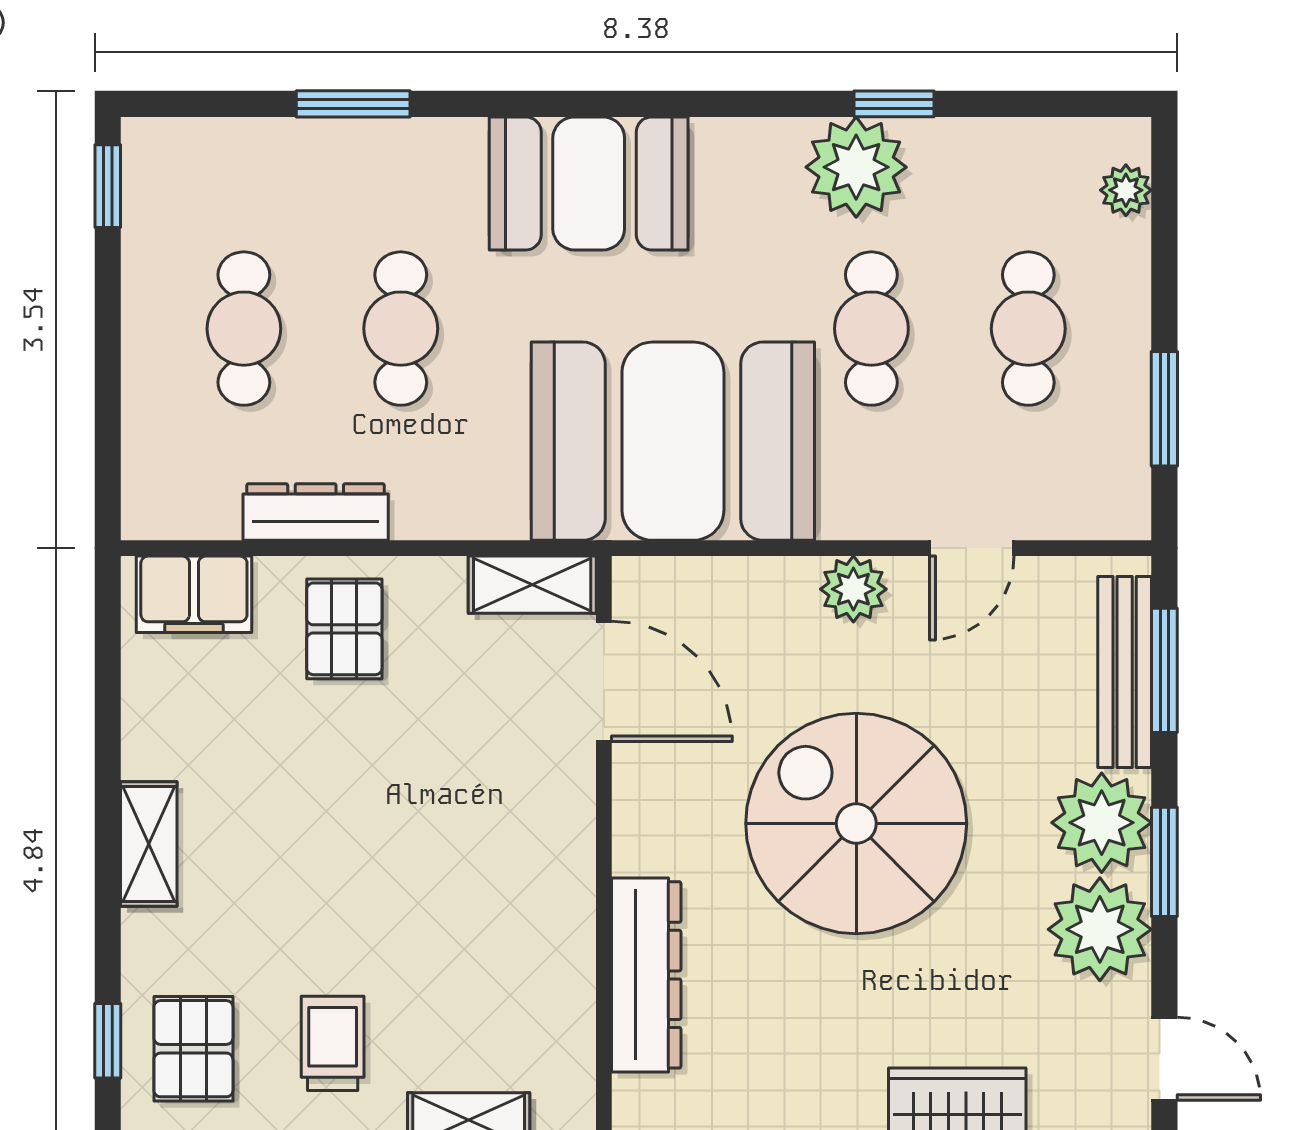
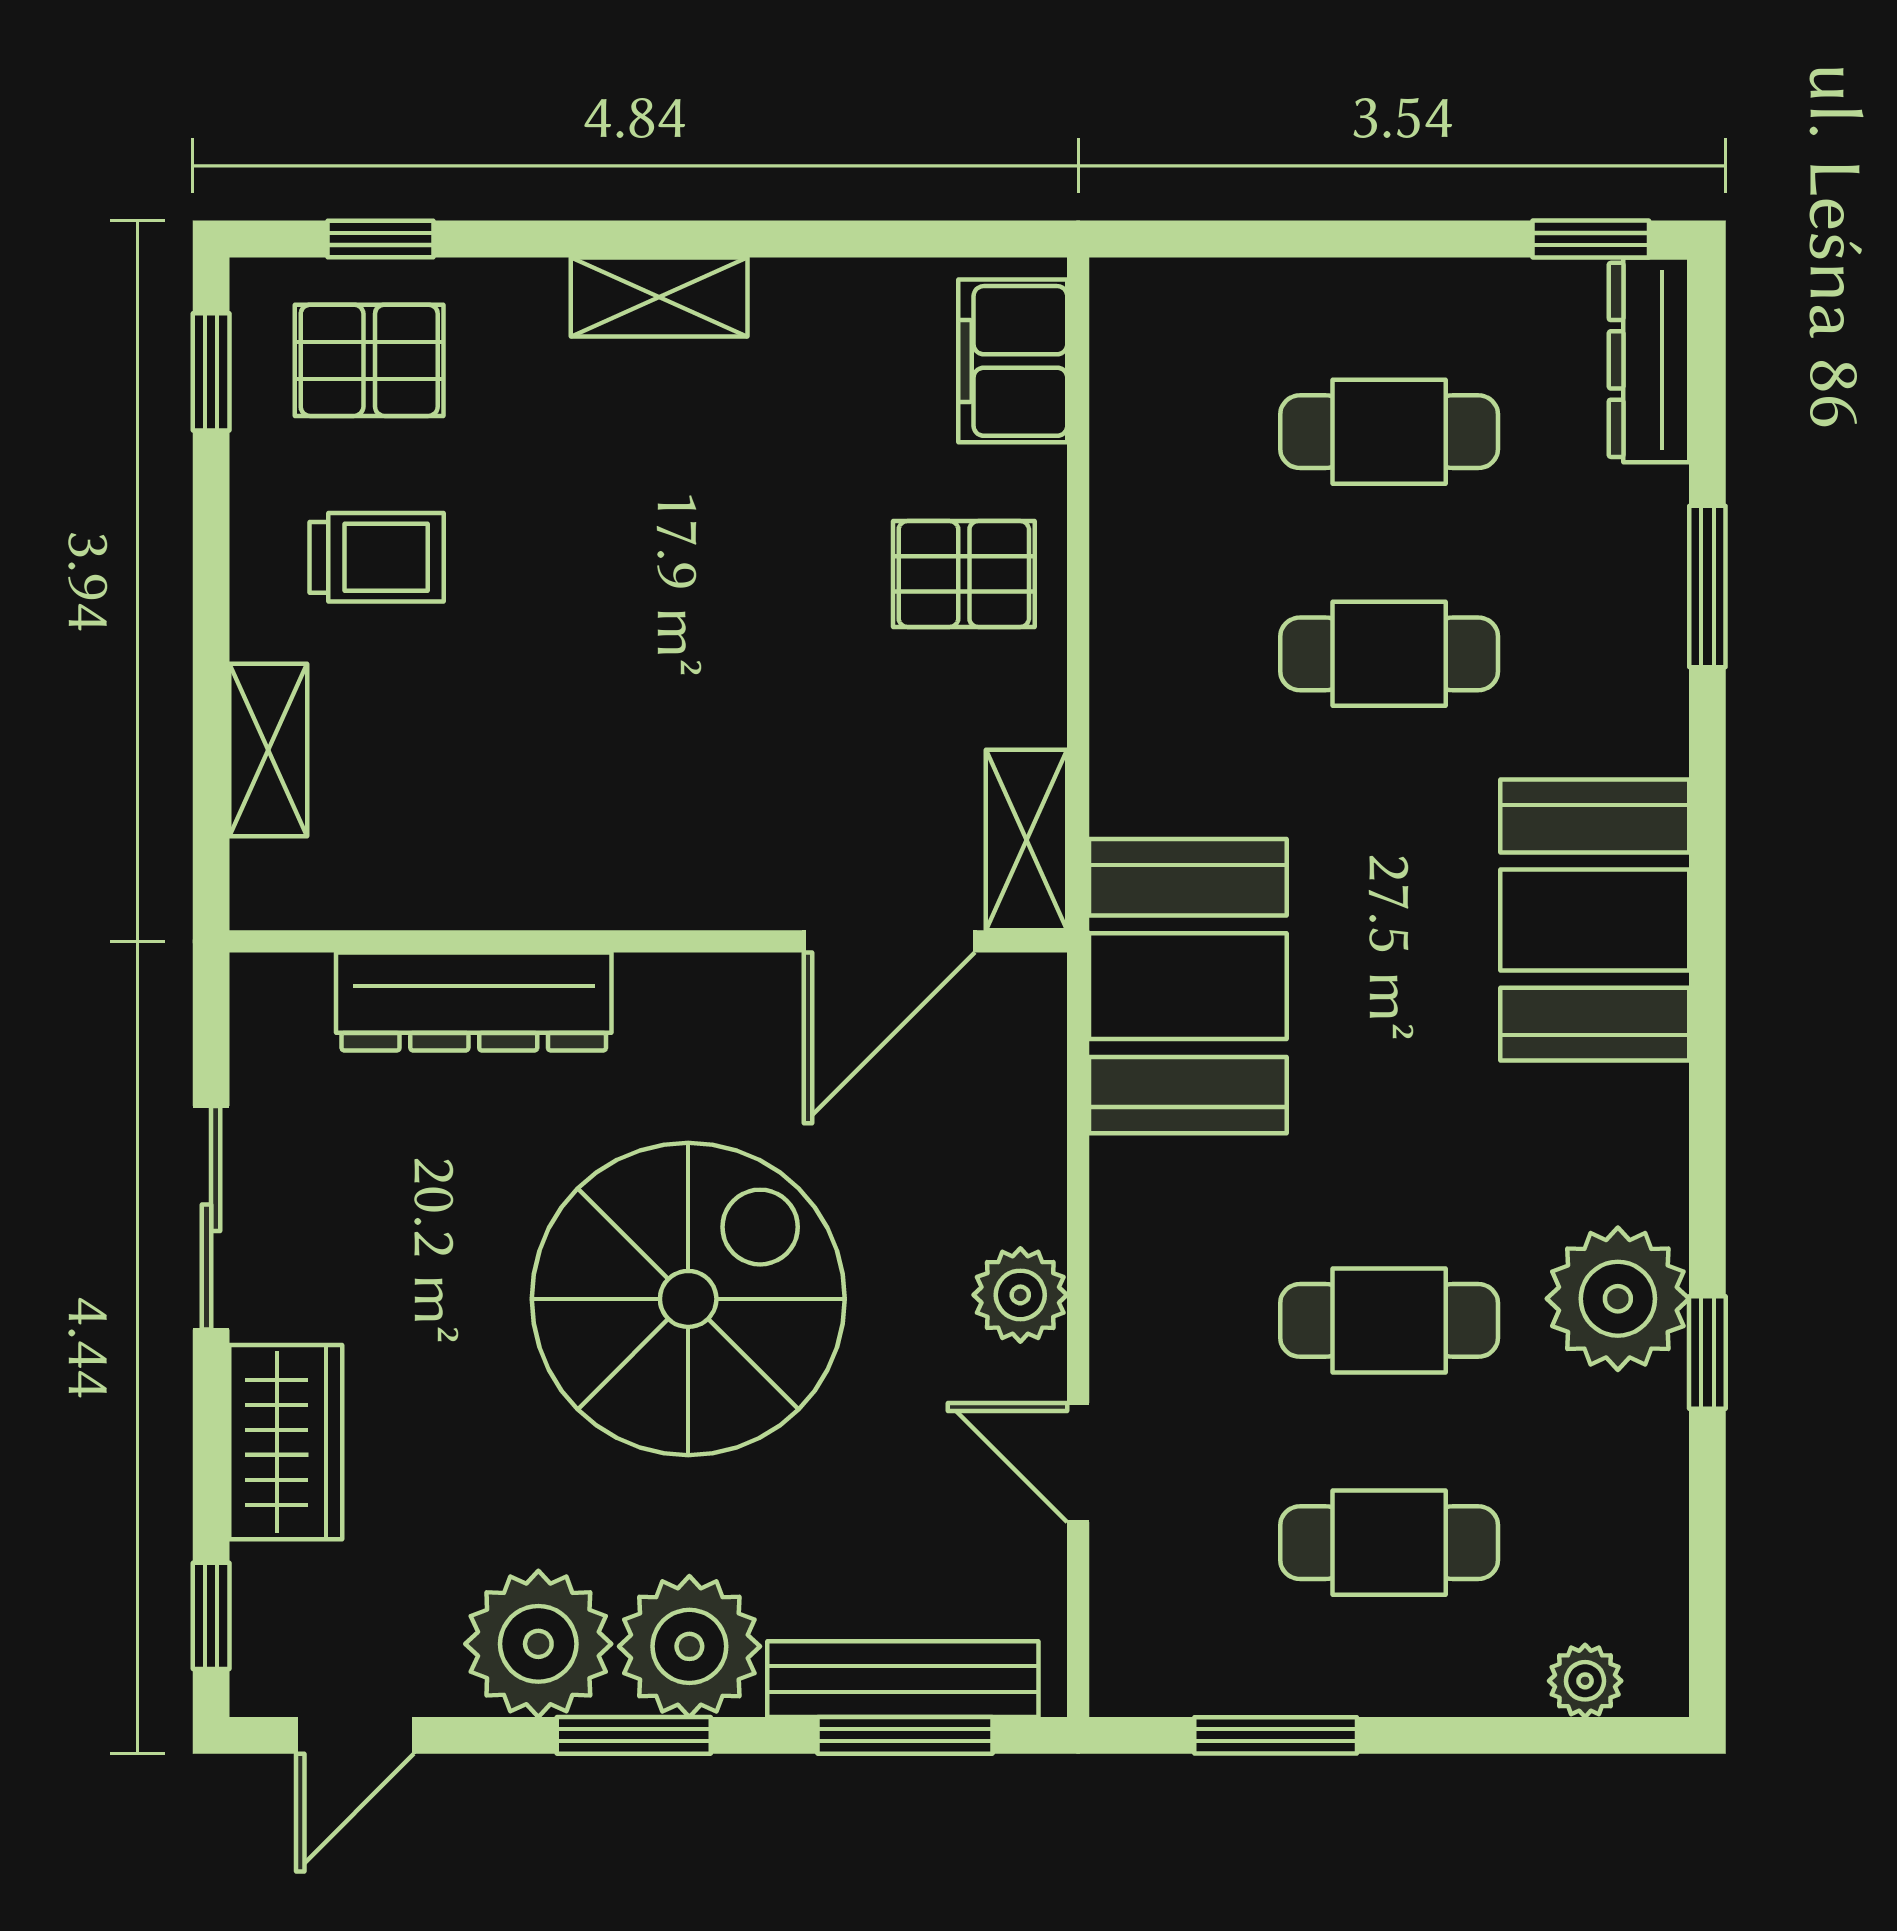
booth: (673, 441) -> (1188, 986), width x0.73, depth x0.70
dresser: (316, 512) -> (1649, 360), moved, turned 180

